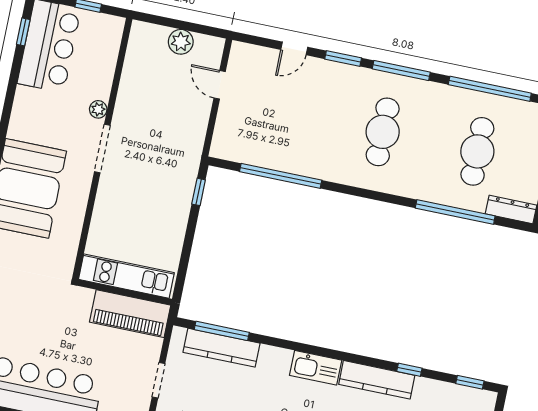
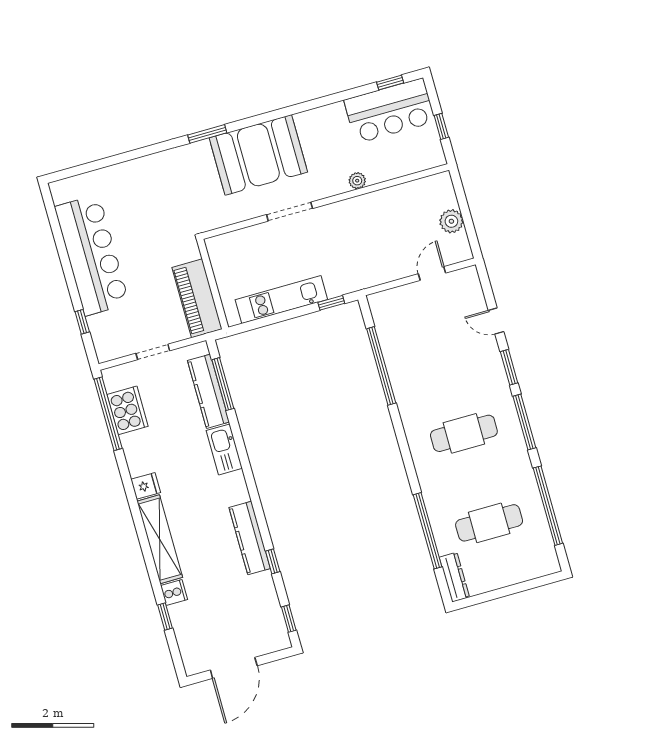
doorway: (102, 148) -> (290, 212), moved
kitchen unit: (126, 276) -> (281, 300), moved, turned -90
kitchen sink: (316, 368) -> (224, 449), moved

